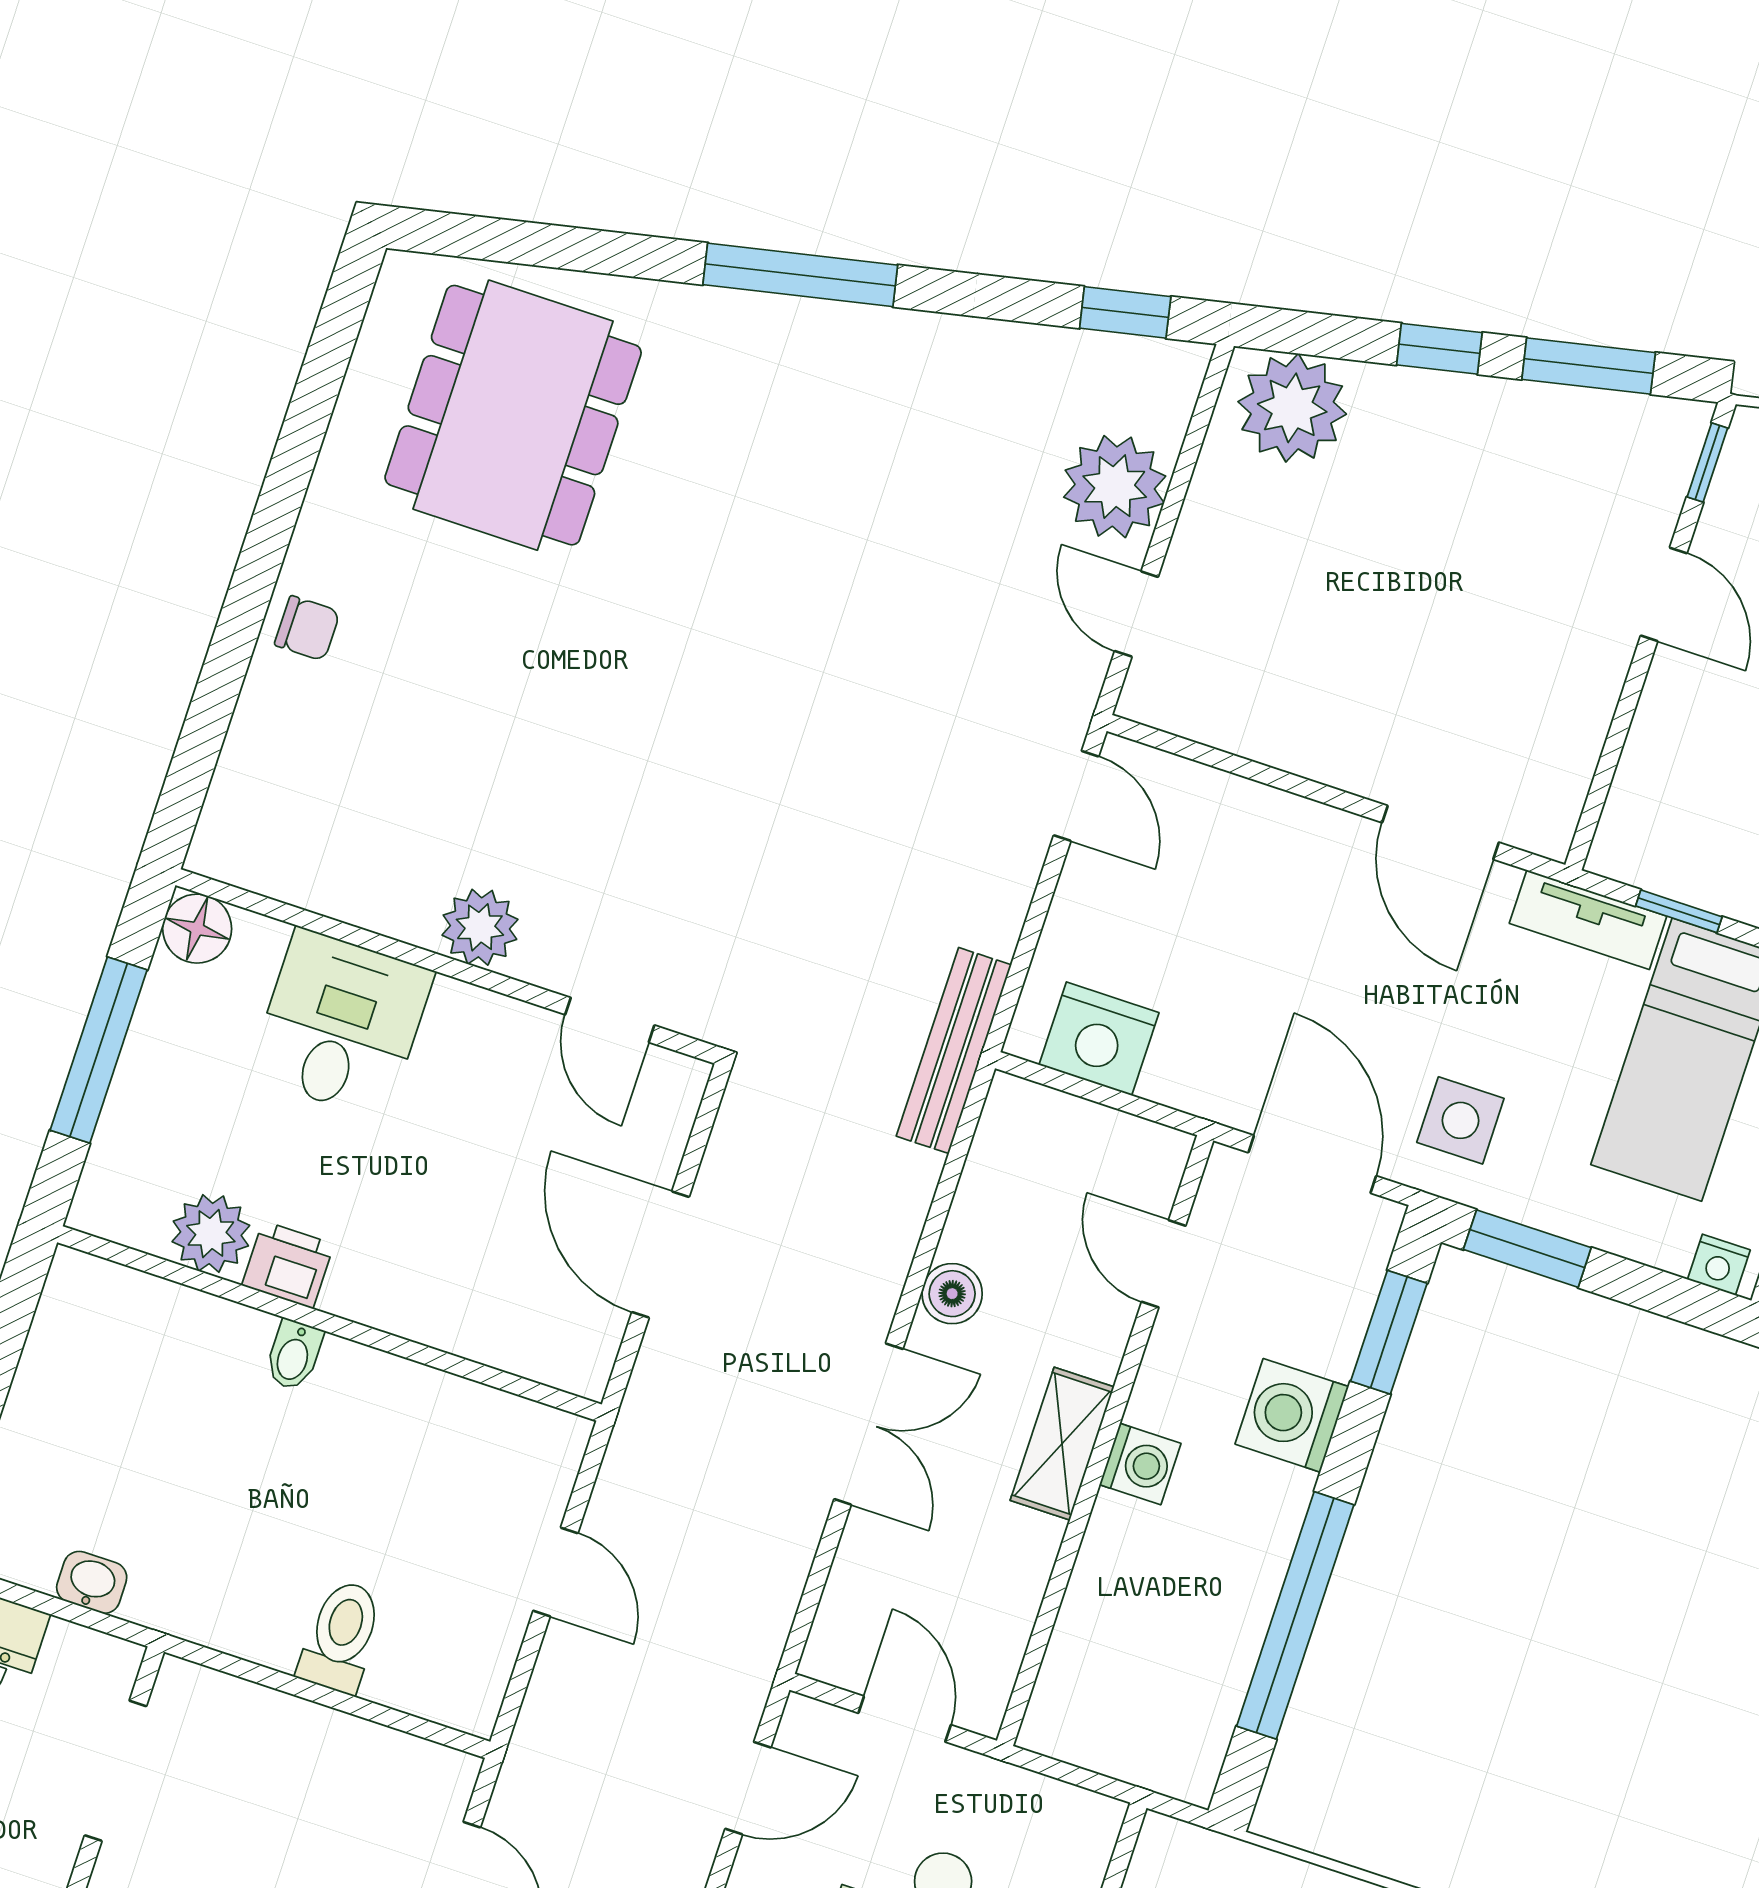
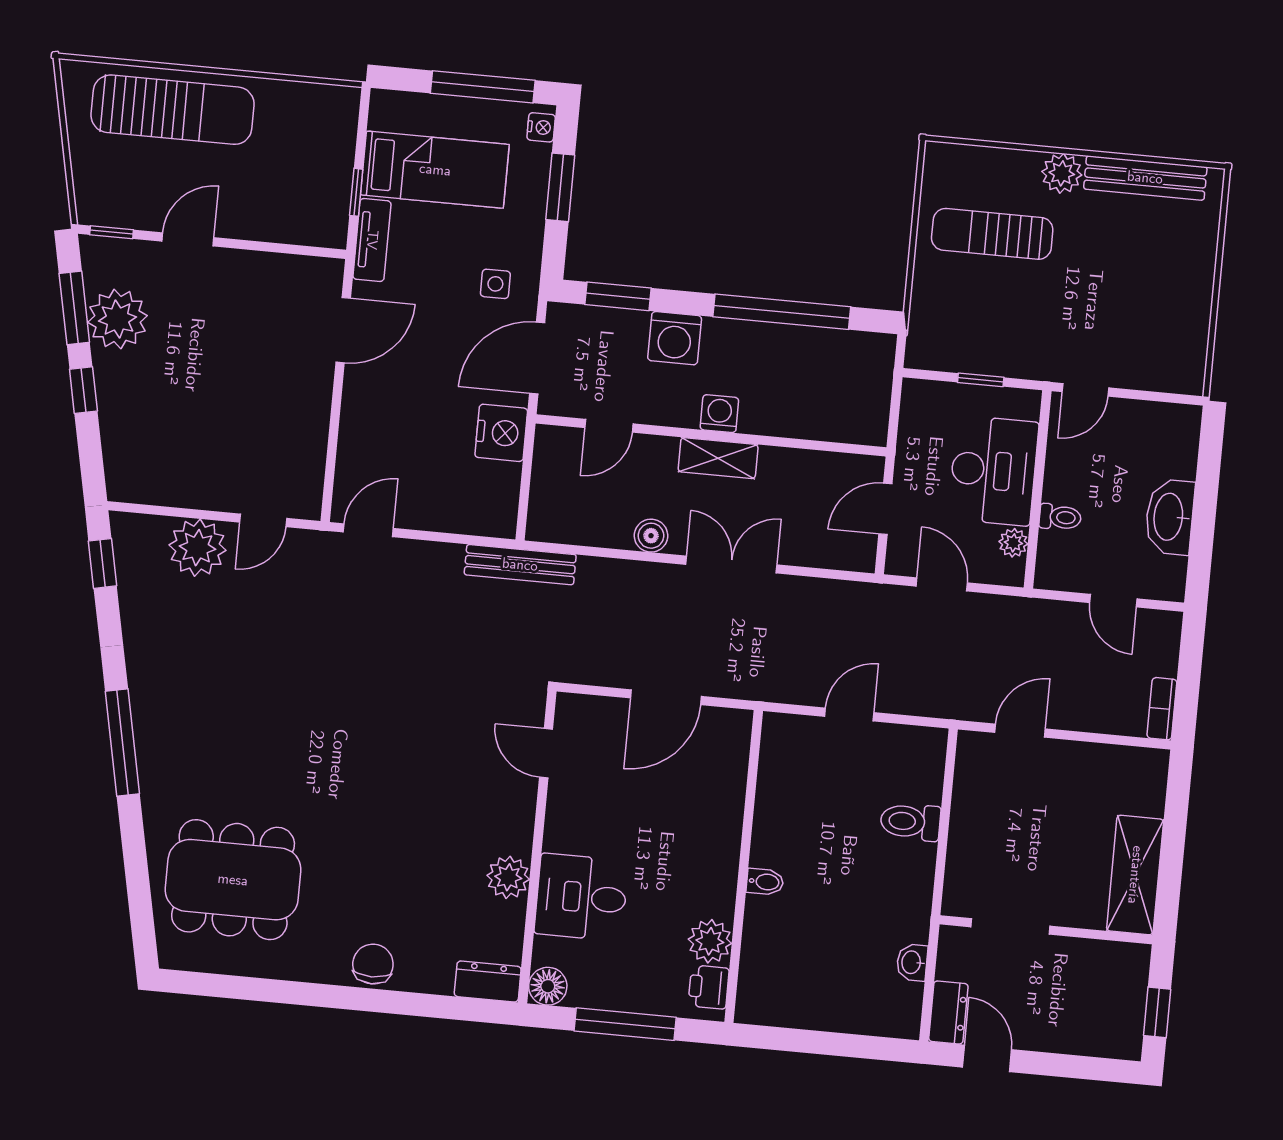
plant: (1292, 408) -> (117, 319), moved
chair: (307, 628) -> (373, 964), width x1.37, depth x1.37
dresser: (230, 824) -> (488, 981), added
plant: (480, 927) -> (508, 877), moved
door: (610, 1020) -> (546, 753), swing flipped
nightstand: (1099, 1039) -> (501, 433), moved
side table: (1460, 1120) -> (495, 284), width x0.73, depth x0.73
window: (1527, 1249) -> (560, 187), moved
printer: (288, 1265) -> (709, 987), moved

